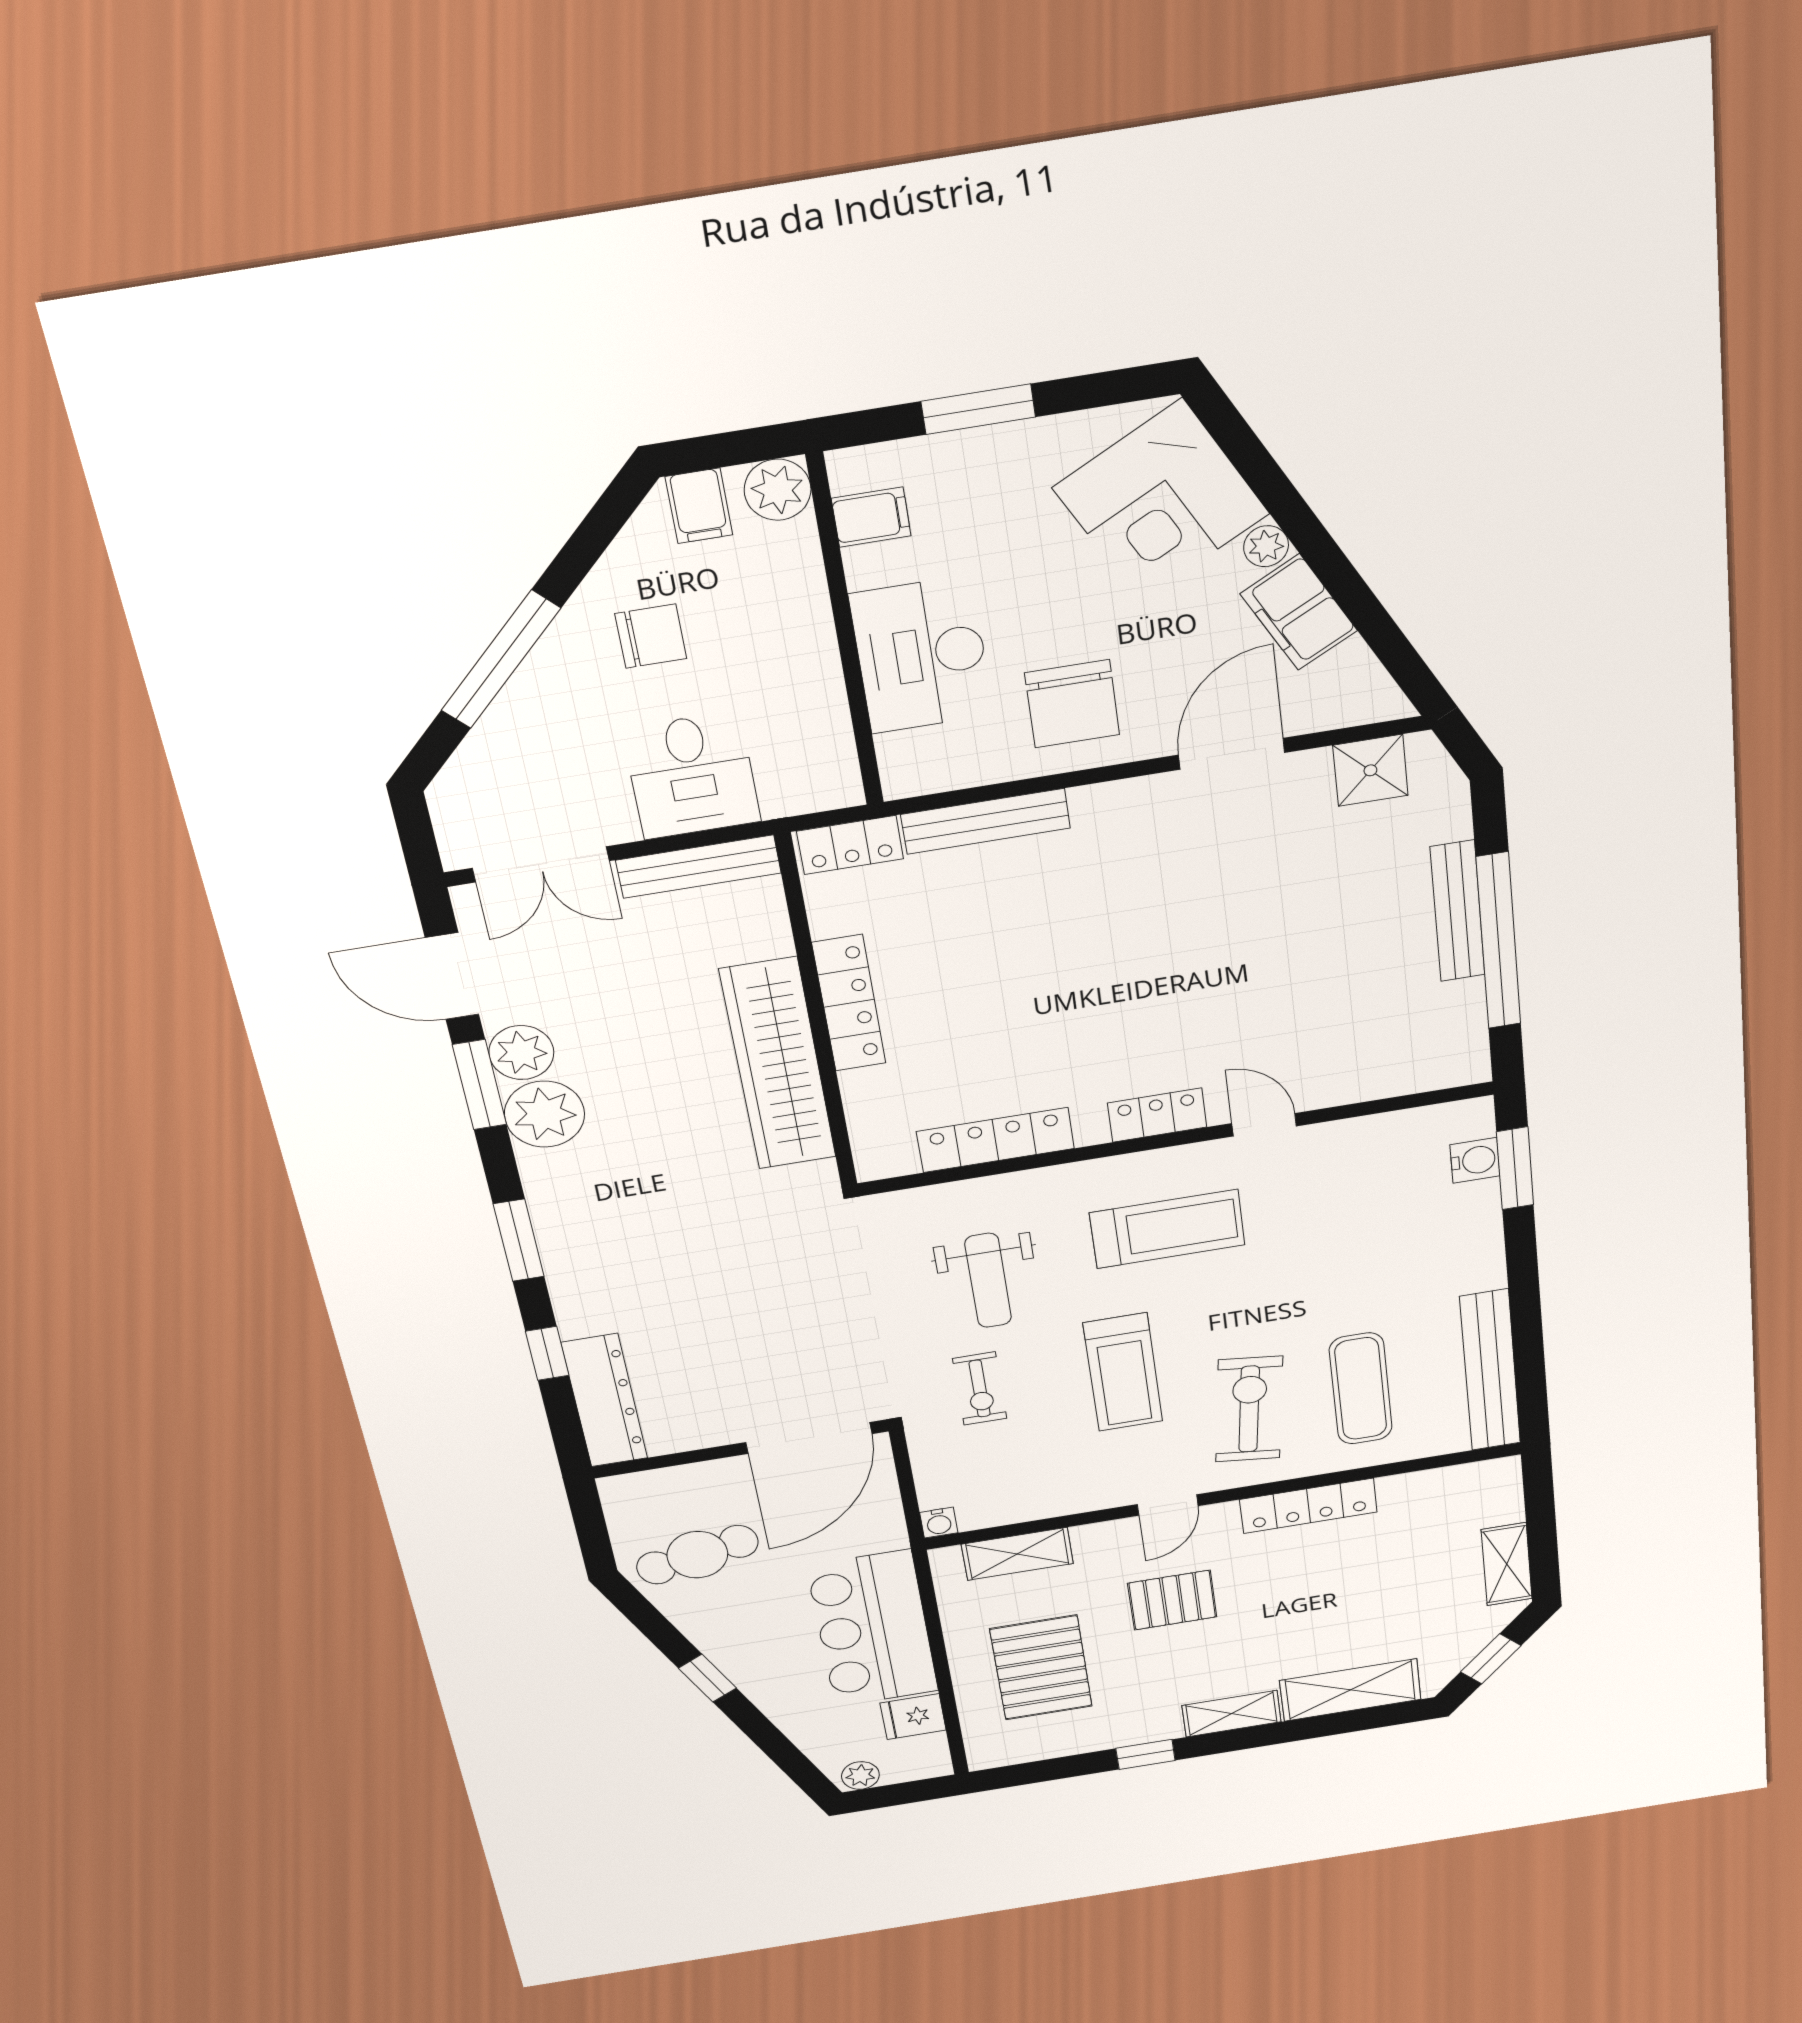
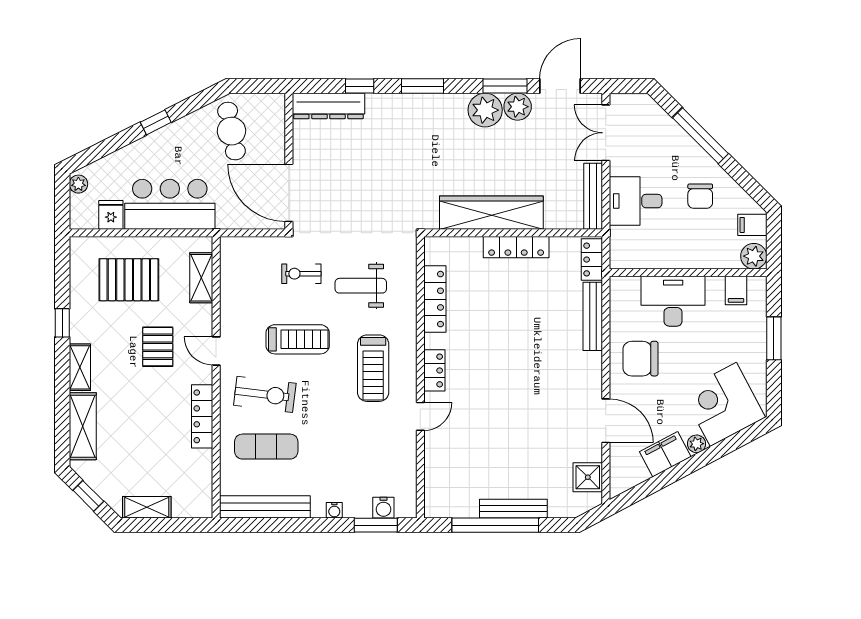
treadmill: (1123, 1372) -> (298, 339), turned 180
water cooler: (939, 1523) -> (334, 510), moved, turned -90

